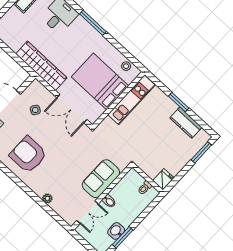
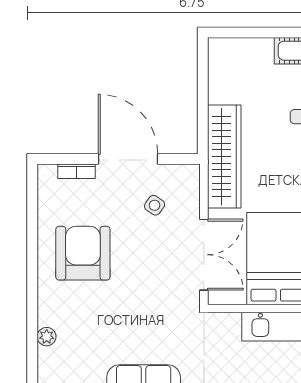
double door: (72, 109) -> (204, 255), swing flipped

